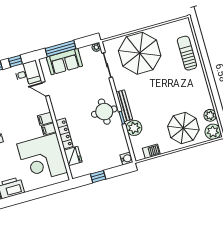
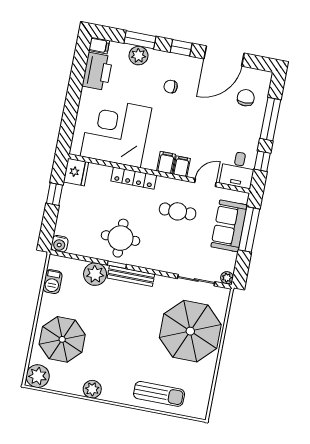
cafe table: (71, 97) -> (178, 211), added
round table: (104, 112) -> (121, 238), moved
plant: (210, 115) -> (92, 389), moved
filing cabinet: (49, 129) -> (182, 166), moved
fridge: (73, 156) -> (76, 172), moved, turned -90

